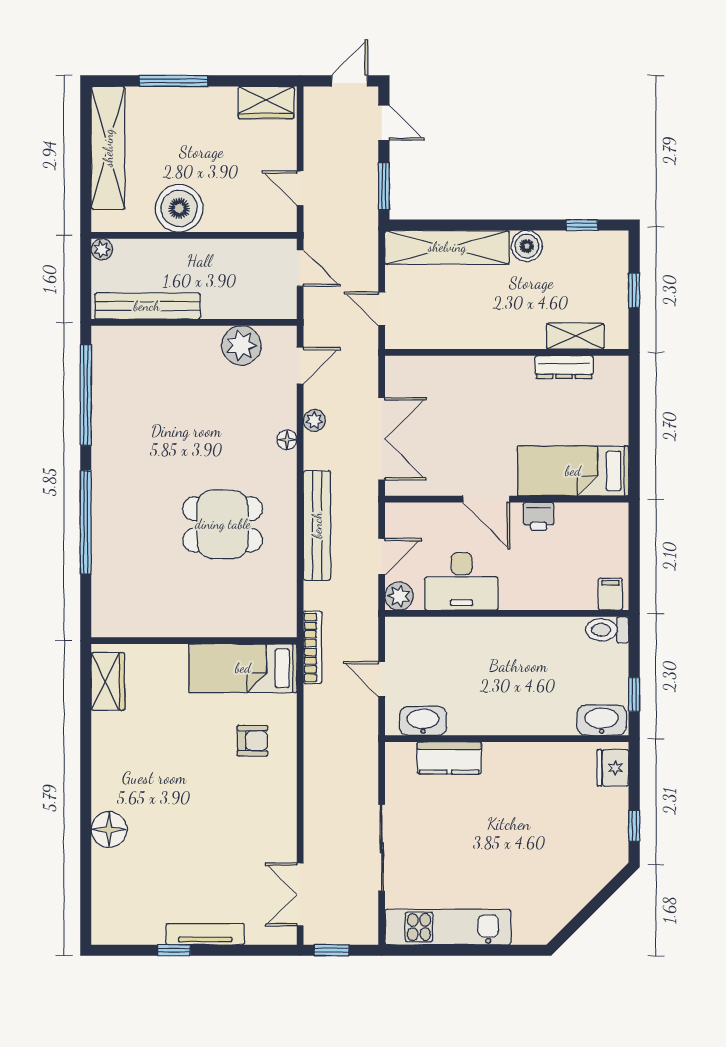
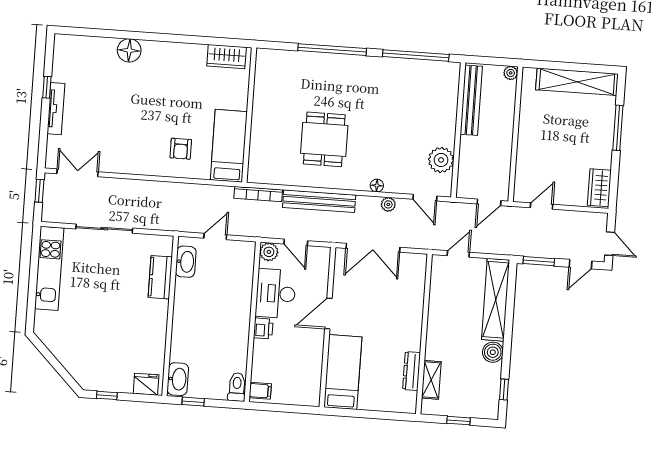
boiler: (179, 208) -> (534, 126), removed
printer: (539, 516) -> (263, 328), moved, turned 180
bookcase: (313, 647) -> (258, 194), moved

